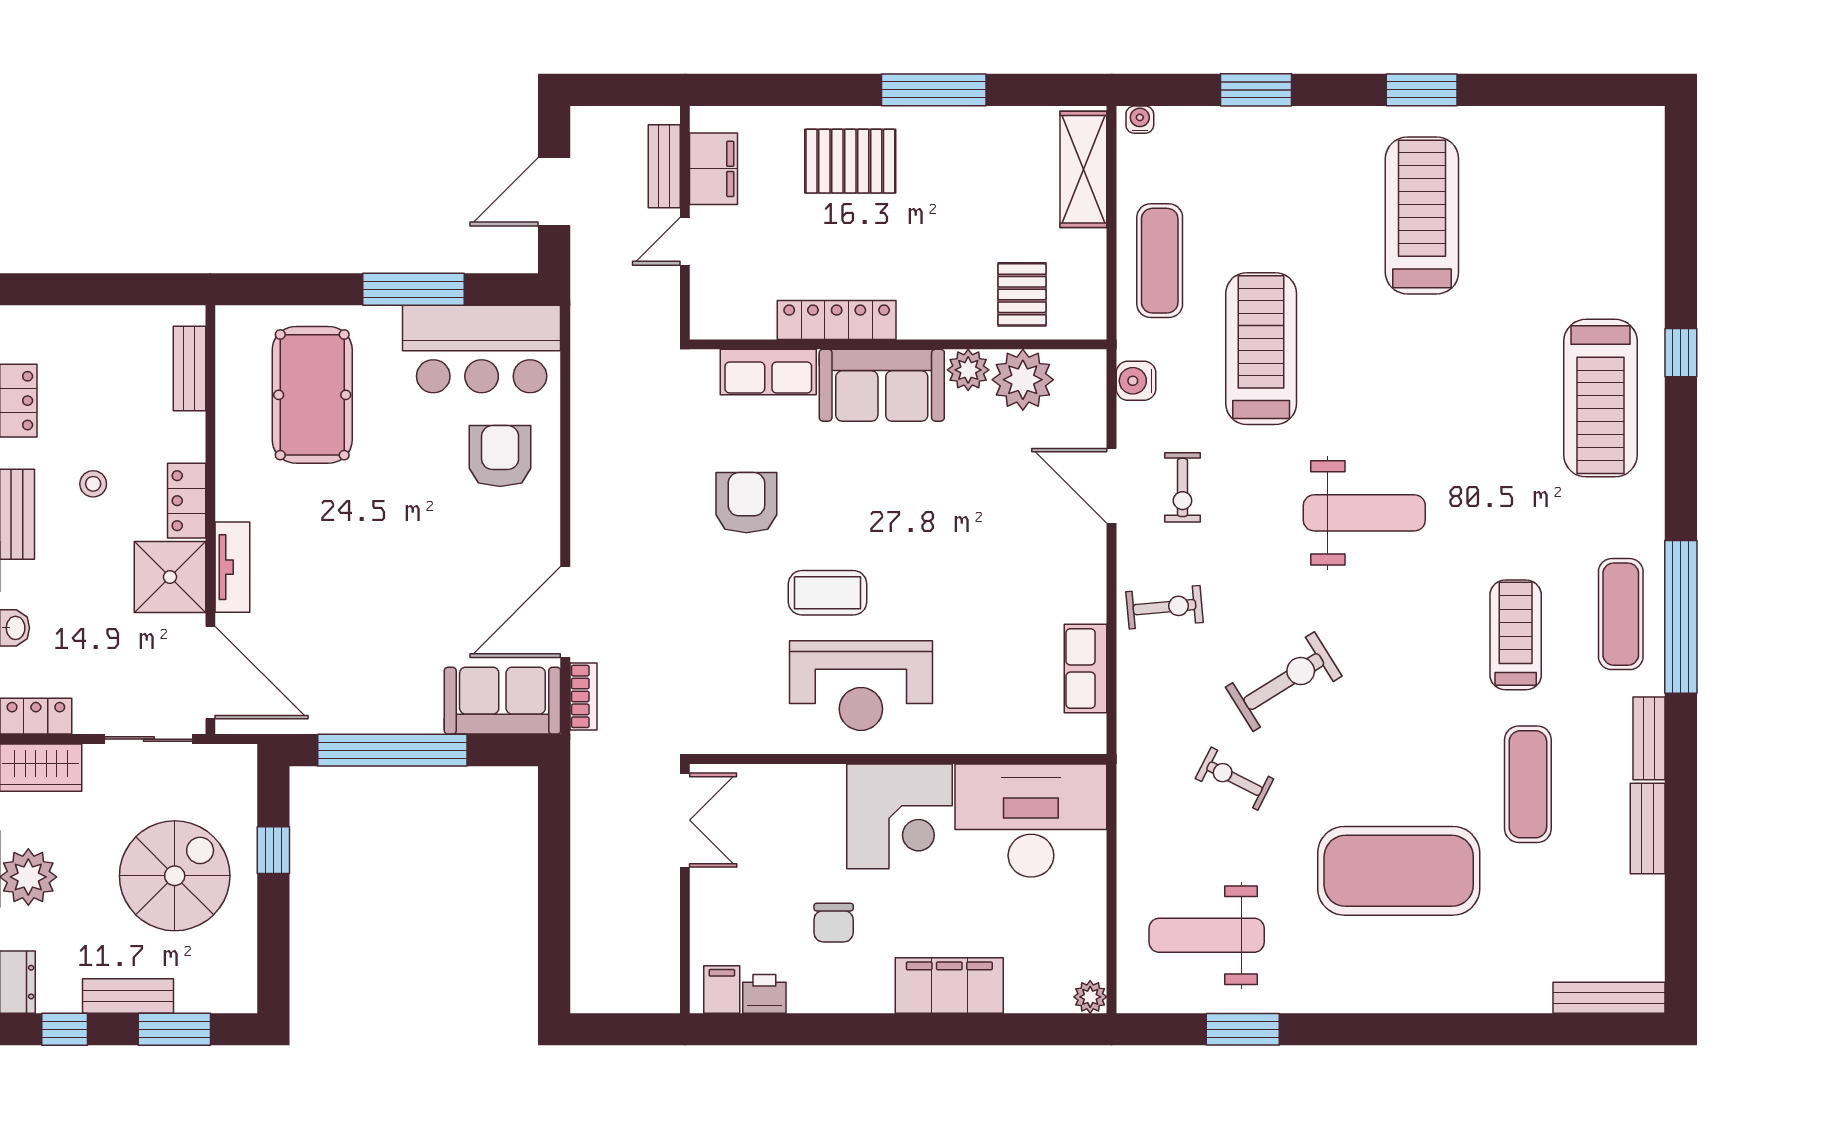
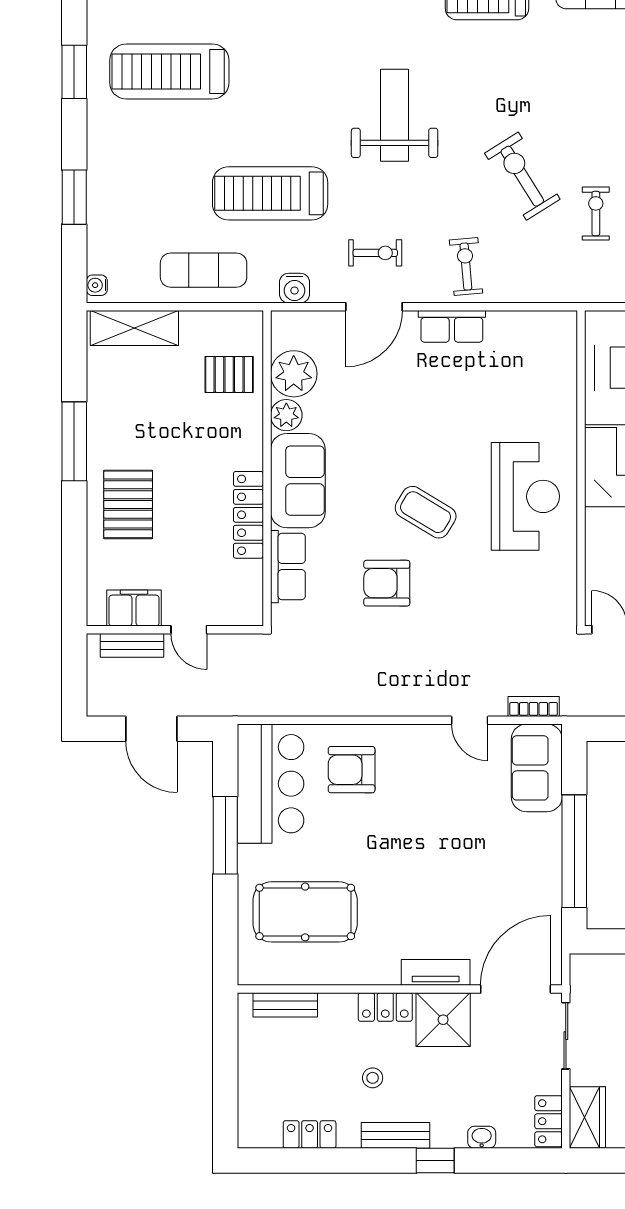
coffee table: (828, 593) -> (426, 512), moved, turned -59
door: (565, 612) -> (470, 720), width x0.53
row of seats: (1086, 669) -> (452, 326), moved
exercise bike: (1234, 779) -> (596, 214), turned 153

